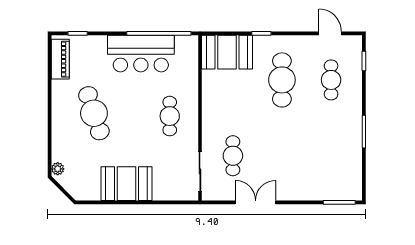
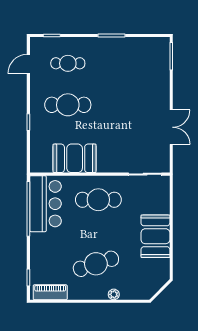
booth: (227, 52) -> (75, 158), moved, turned 90
bar counter: (141, 54) -> (45, 204), moved
cafe table: (170, 116) -> (98, 200), width x1.37, depth x1.35
cafe table: (233, 156) -> (132, 146), removed
plant: (58, 169) -> (114, 294), moved
double door: (256, 202) -> (171, 127), swing flipped

